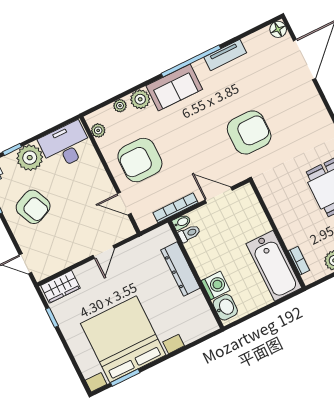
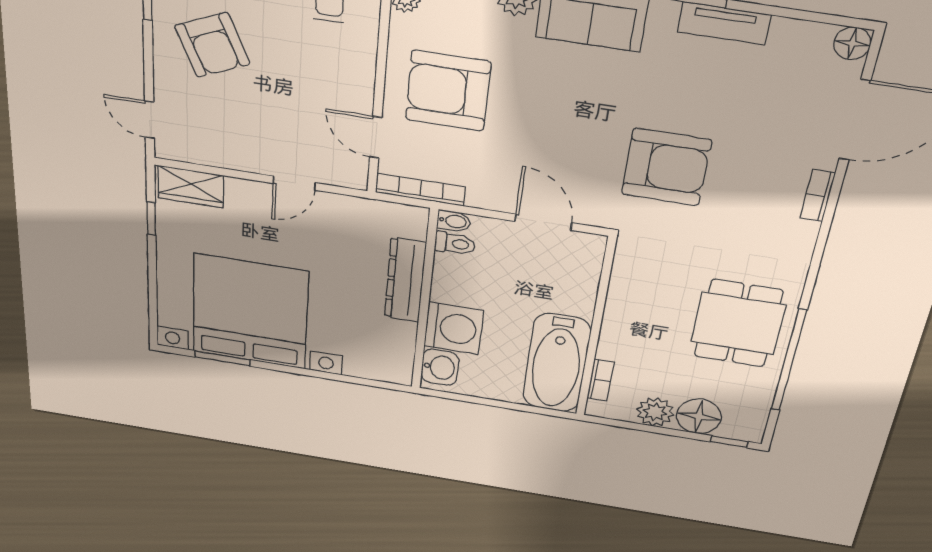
bookcase: (317, 102) -> (817, 196), added
bookcase: (176, 208) -> (421, 190), moved
washing machine: (216, 285) -> (454, 328), width x1.37, depth x1.37

